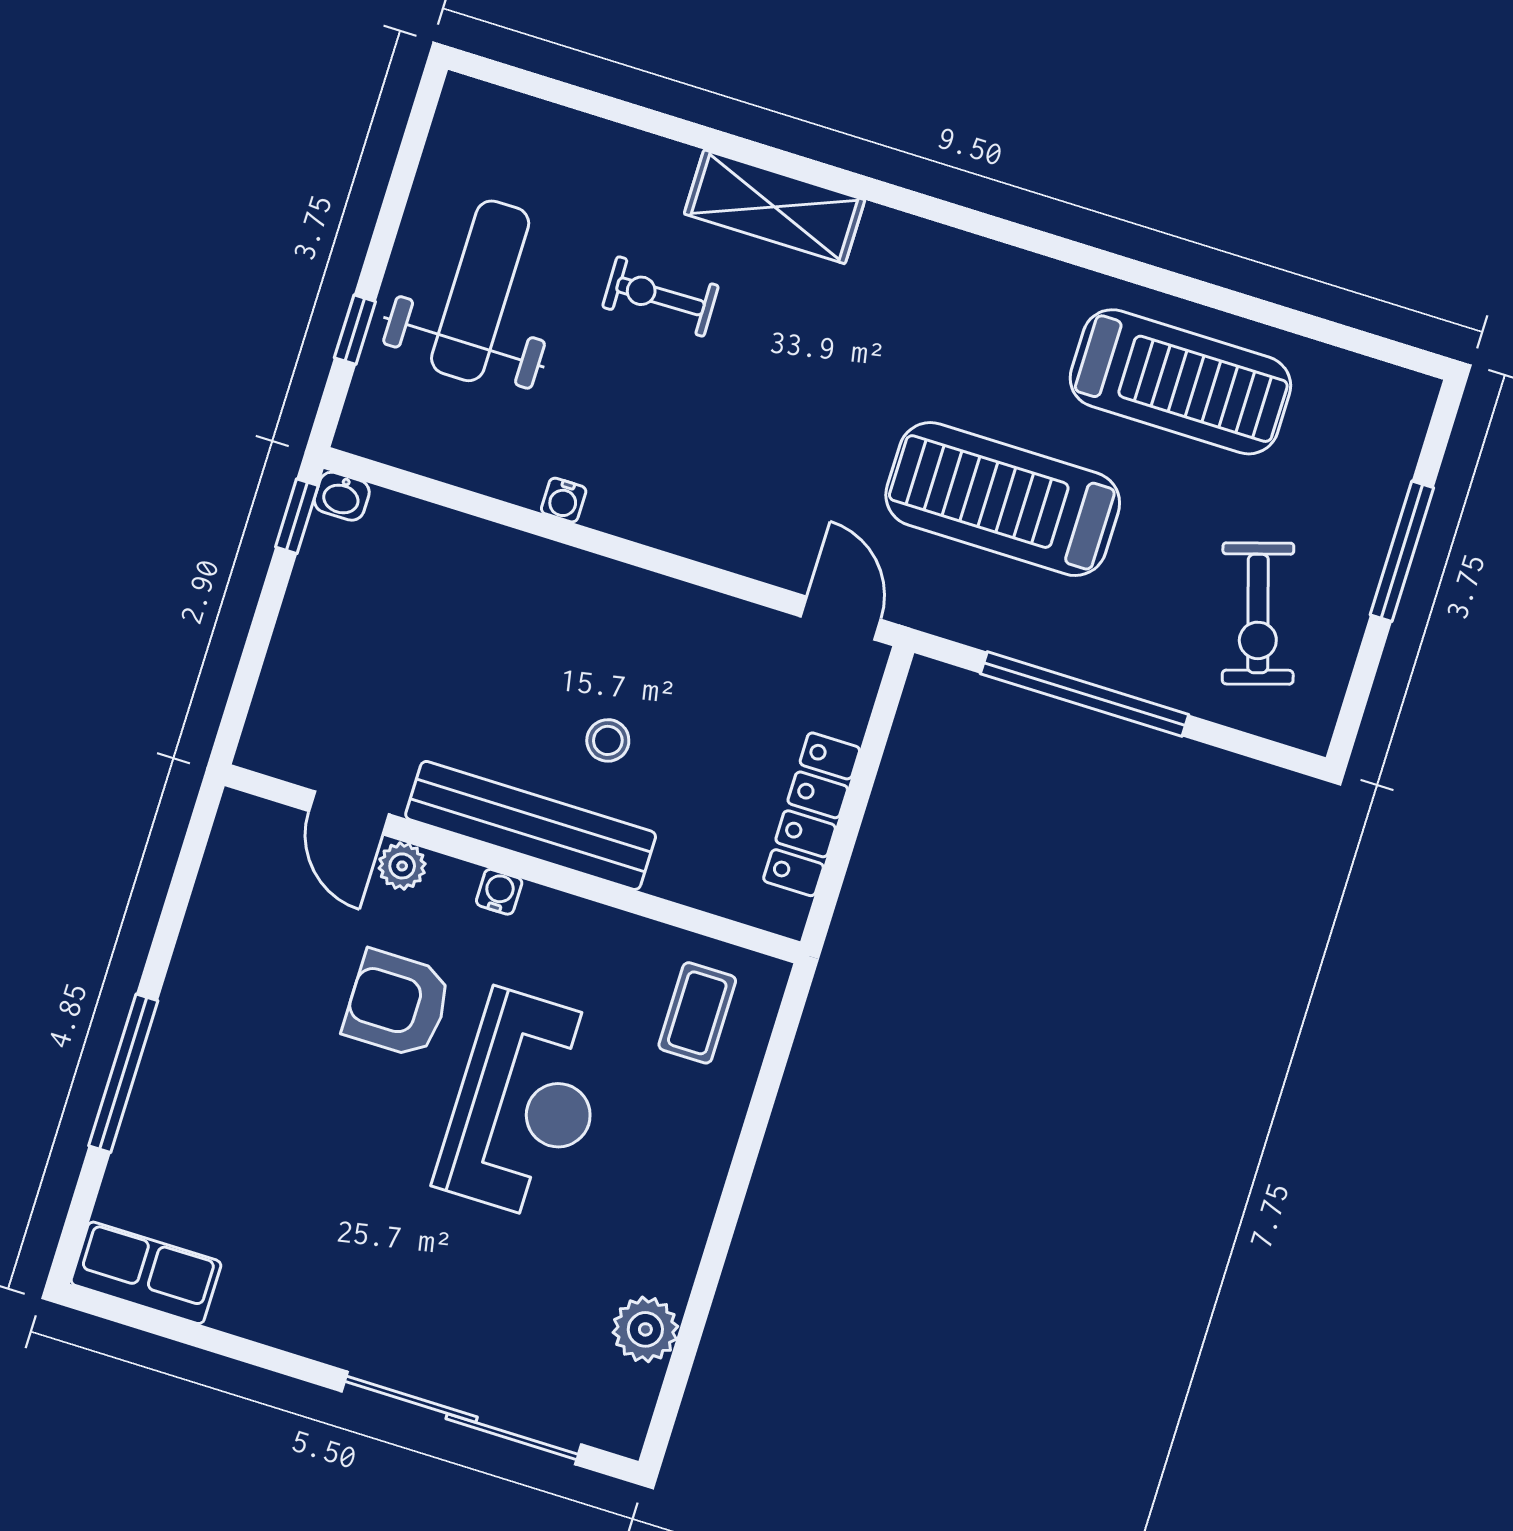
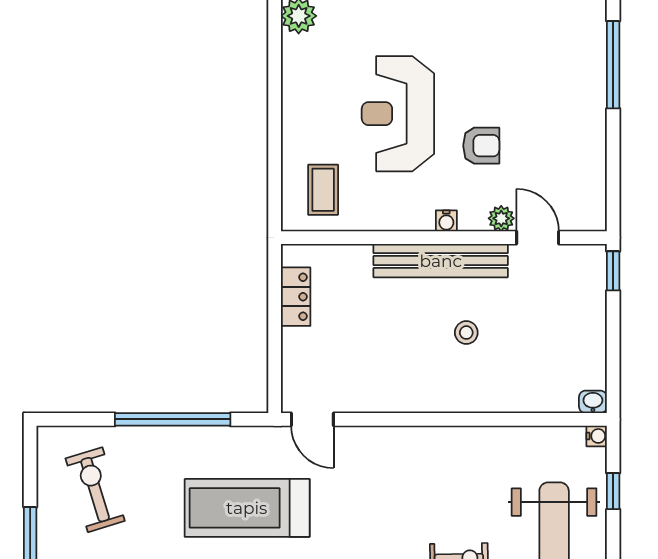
treadmill: (1003, 499) -> (247, 508), turned 180
water cooler: (564, 500) -> (597, 436), moved, turned 90
window: (297, 516) -> (613, 271), moved
stool: (608, 740) -> (466, 333), moved
locker: (812, 814) -> (296, 297), width x0.66
armchair: (397, 1004) -> (481, 146), width x0.72, depth x0.72

